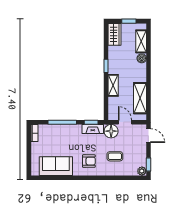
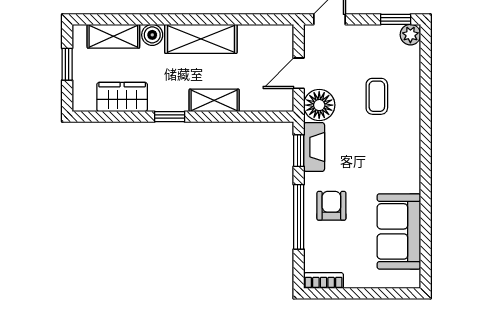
wardrobe: (115, 34) -> (122, 97), moved
shelving: (140, 98) -> (201, 39), moved
armchair: (89, 161) -> (331, 206), moved

